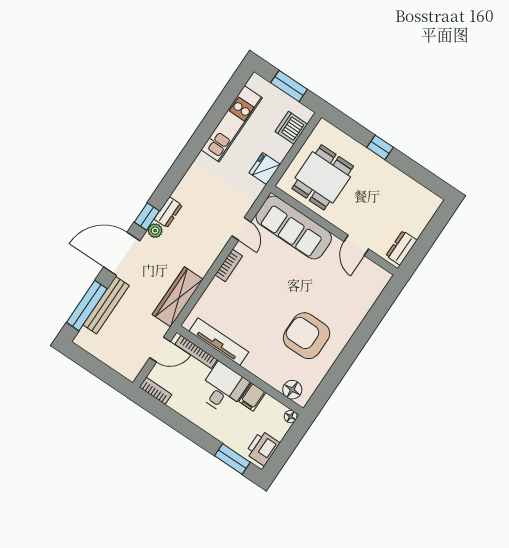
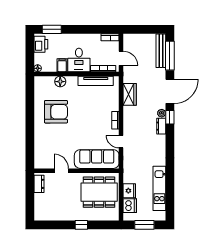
fridge: (265, 169) -> (129, 191), moved
dining table: (323, 177) -> (99, 192), width x1.38
wardrobe: (178, 297) -> (130, 94), width x0.67
bench: (106, 305) -> (161, 51), moved
door: (160, 350) -> (121, 58), swing flipped
floor lamp: (292, 390) -> (60, 82), moved

